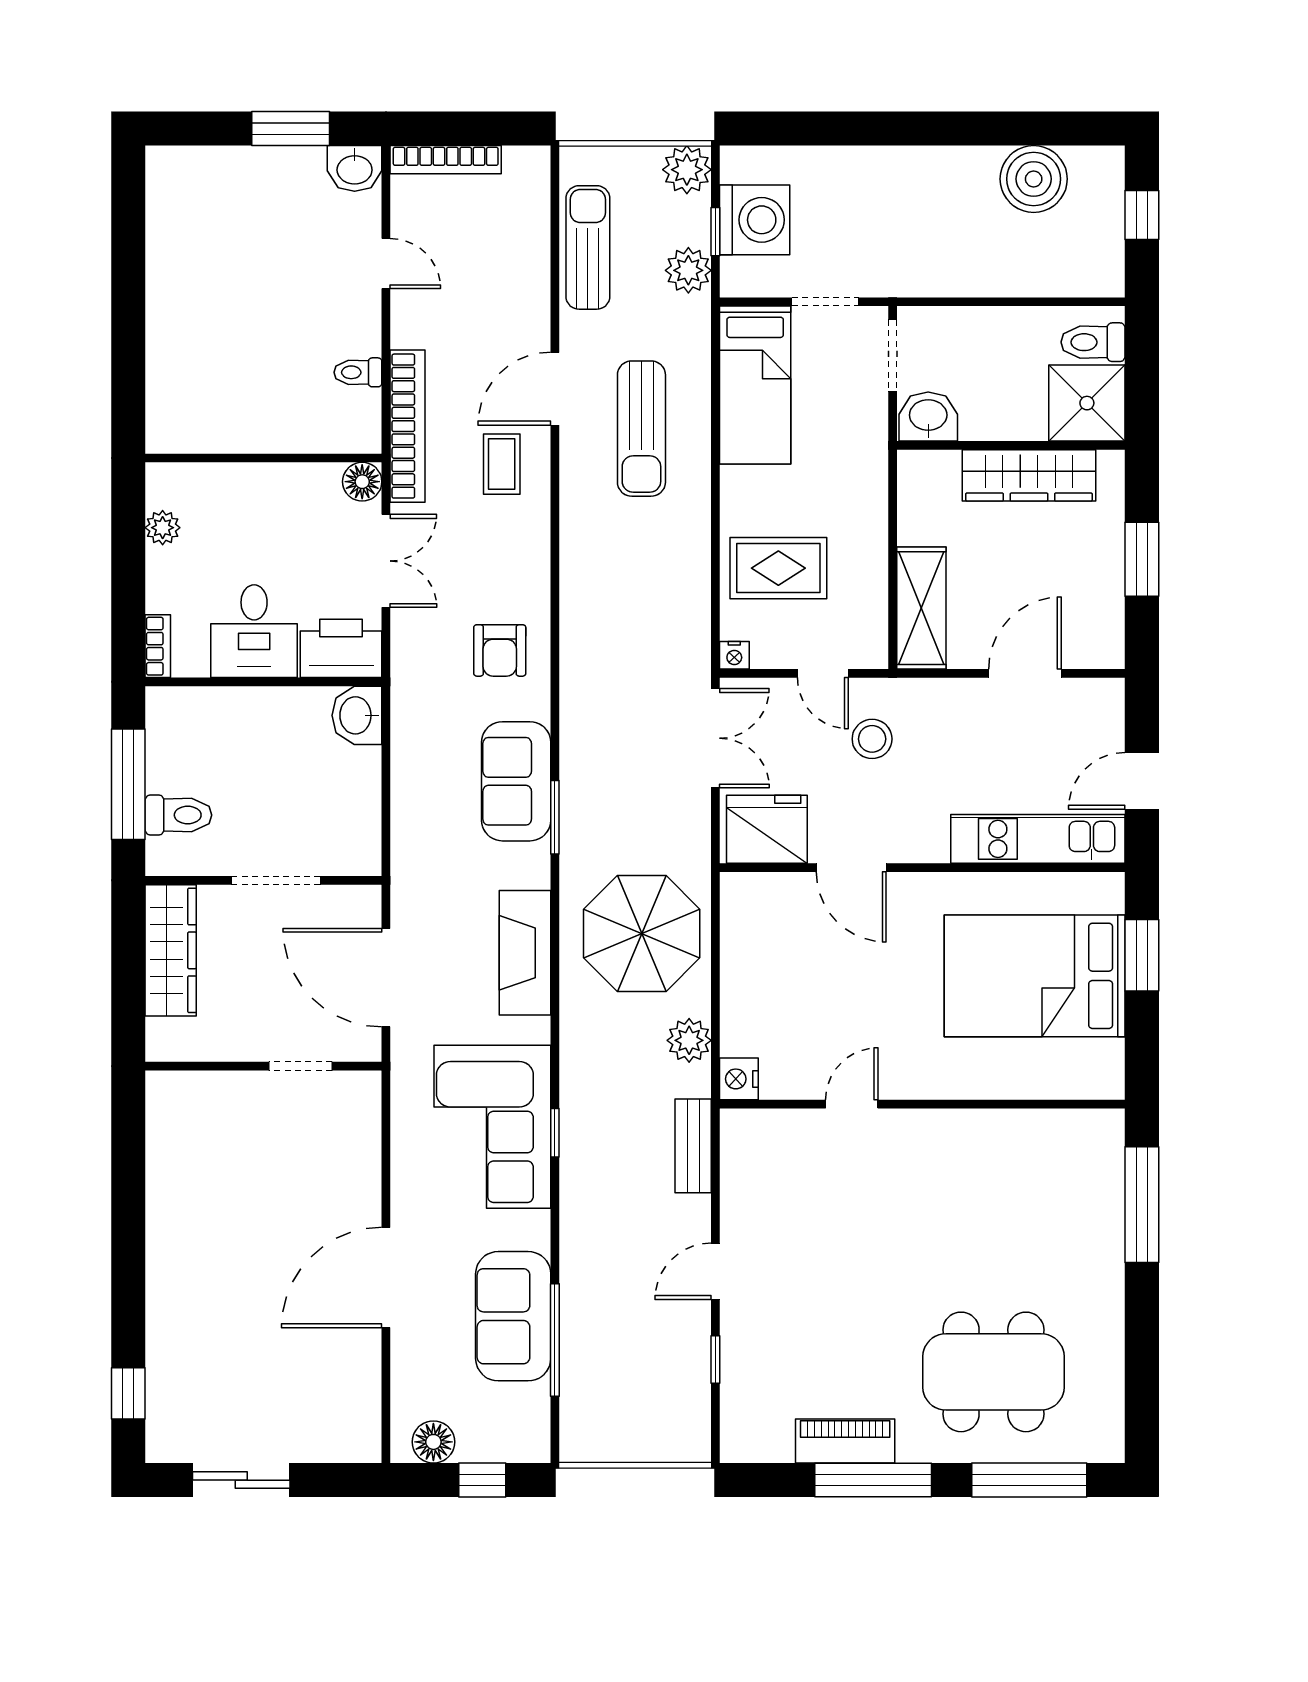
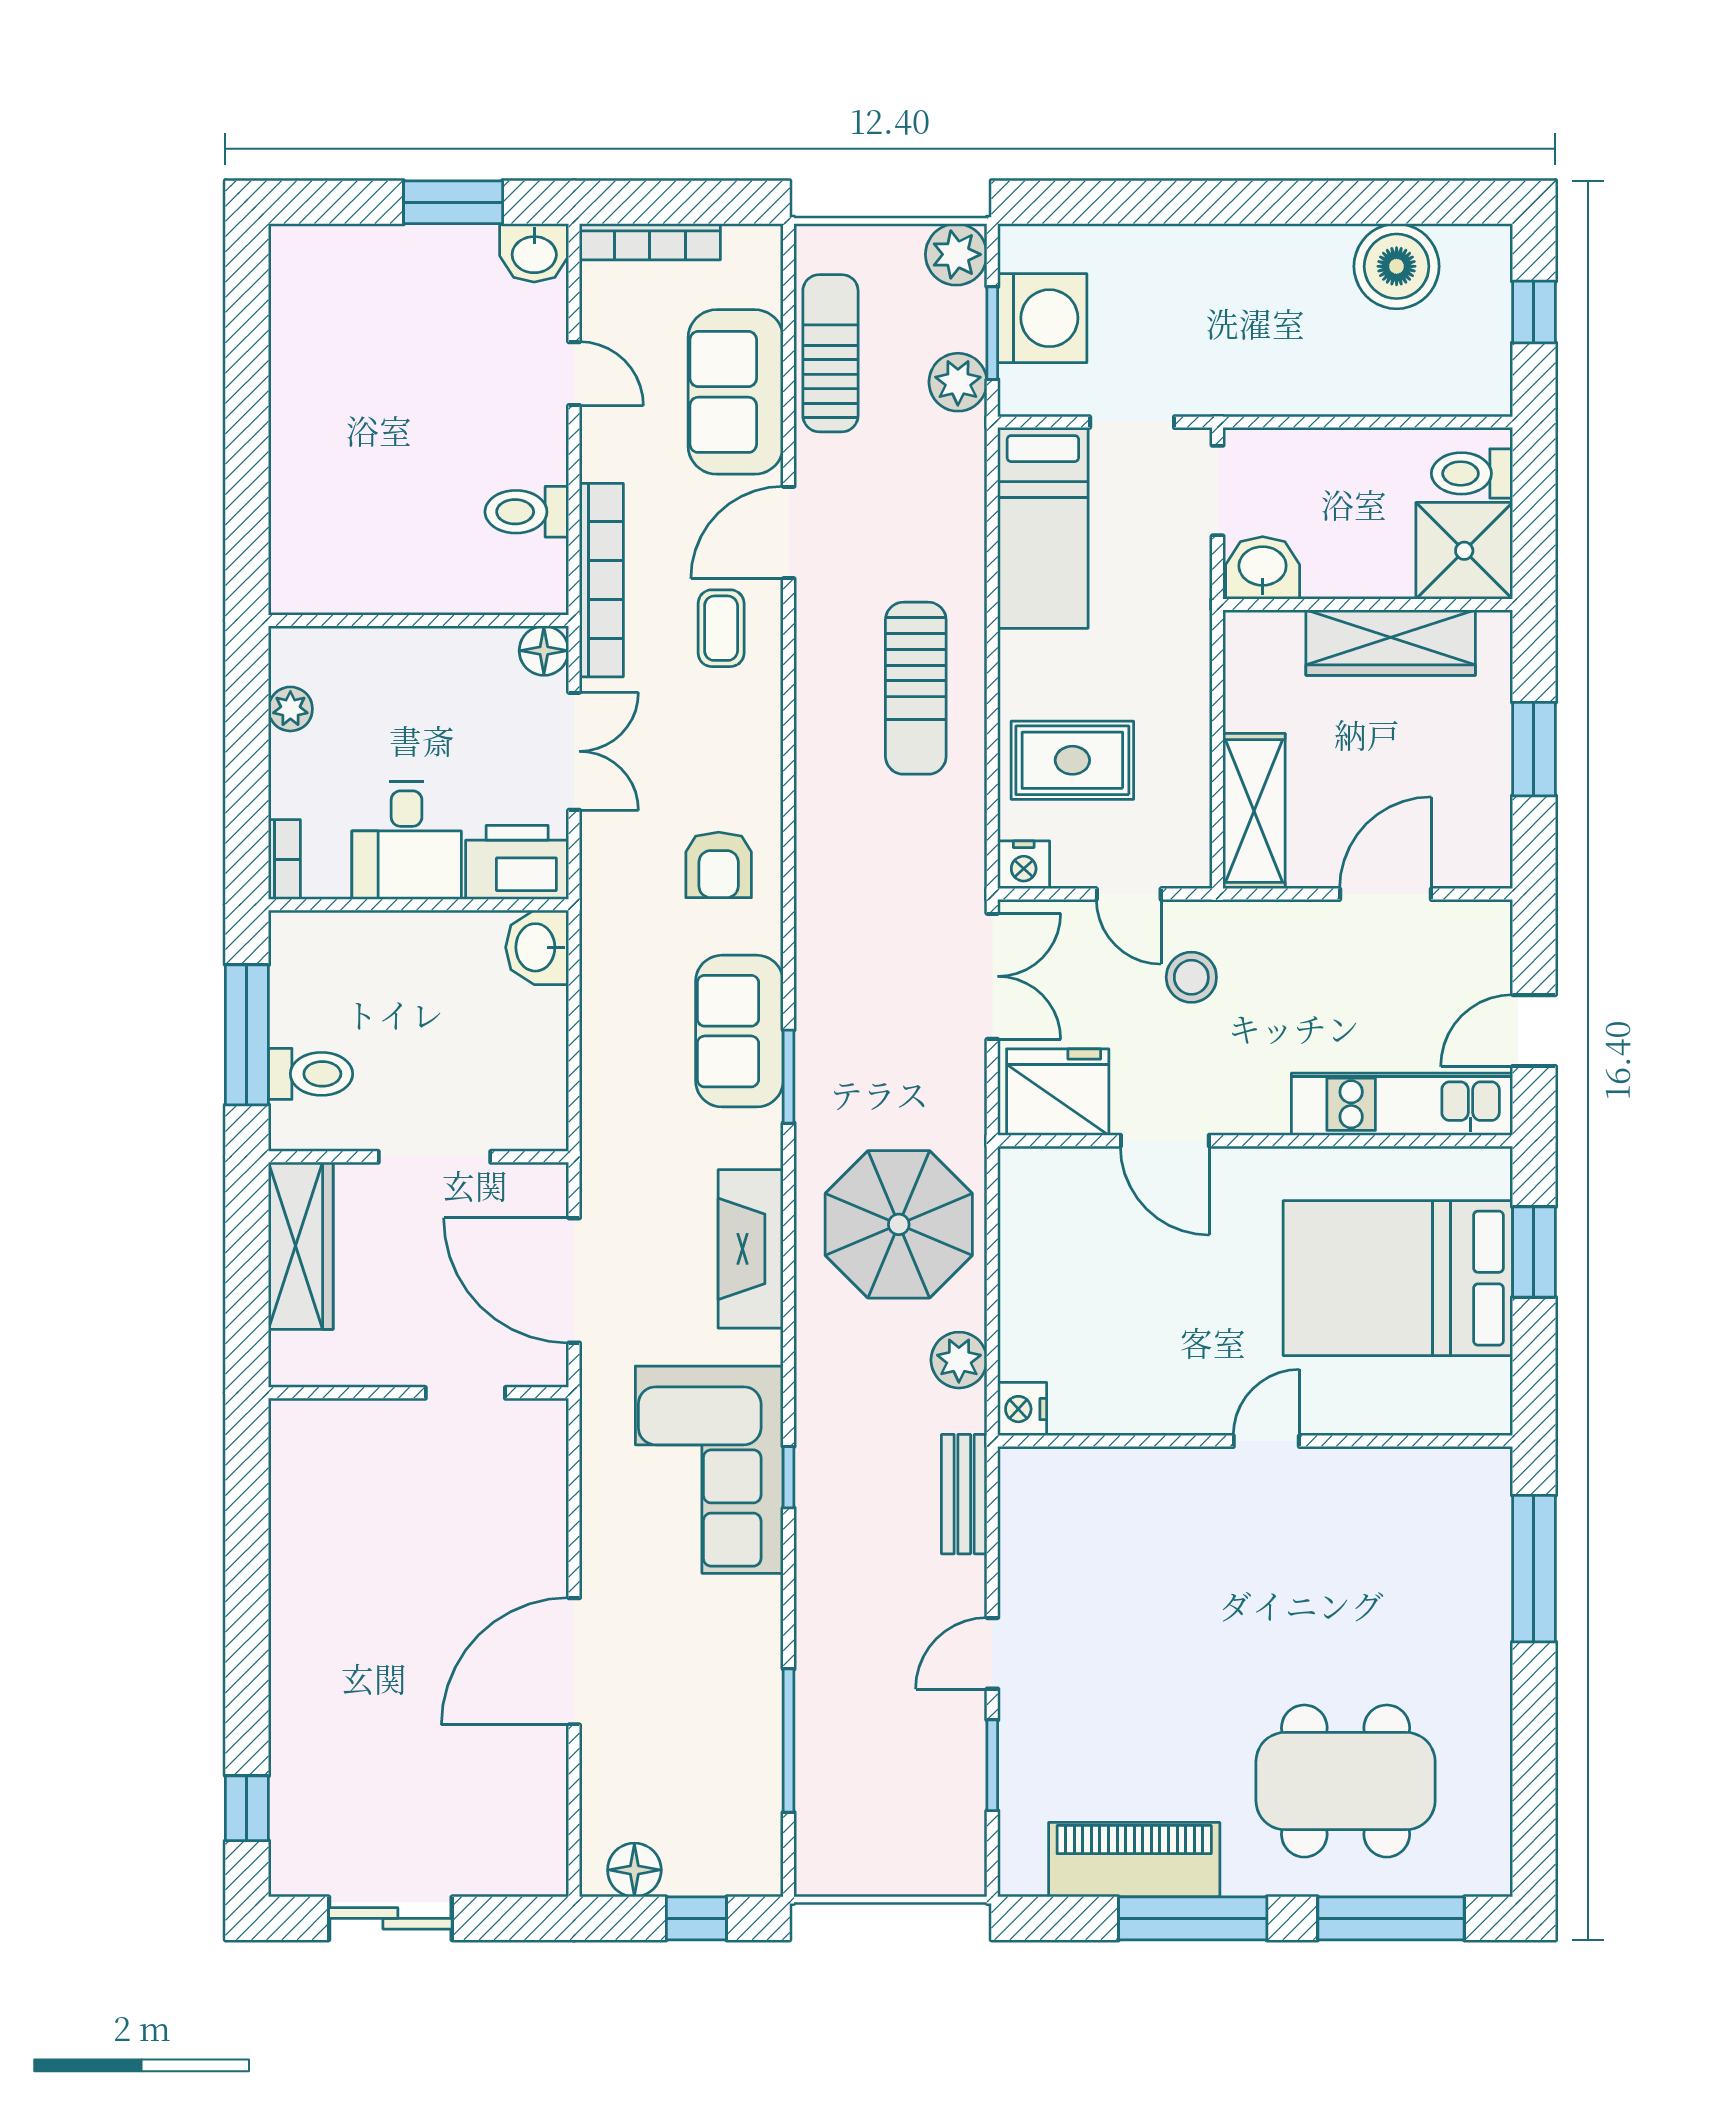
window: (715, 232) -> (992, 333), width x1.50
toilet: (358, 372) -> (527, 512), width x1.37, depth x1.39
sun lounger: (641, 429) -> (916, 688), moved
nightstand: (734, 655) -> (1024, 865), width x1.39, depth x1.35
door: (852, 1104) -> (1266, 1441), moved
sofa: (513, 1316) -> (736, 392), moved
window: (715, 1360) -> (992, 1765), width x1.50
piano: (845, 1441) -> (1134, 1860), width x1.37, depth x1.33

